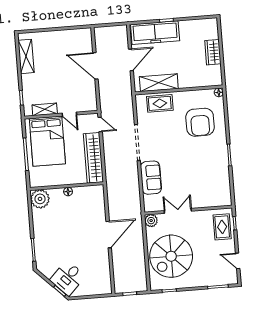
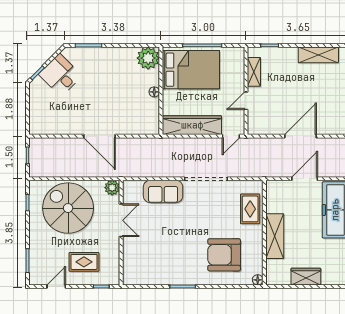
door: (131, 60) -> (305, 179), swing flipped
shelving: (159, 83) -> (275, 236), moved
bed: (47, 141) -> (191, 70), moved, turned 180
rug: (222, 227) -> (84, 262), moved
desk: (68, 278) -> (60, 75), moved

